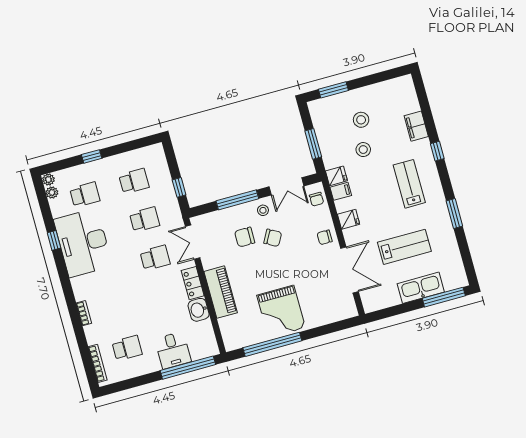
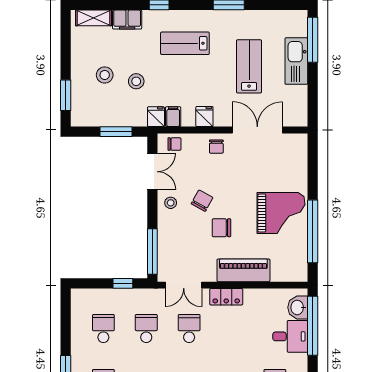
shelving: (409, 96) -> (93, 18), added
window: (237, 200) -> (152, 252), moved
chair: (245, 237) -> (221, 228), moved, turned 90
washbasin: (199, 310) -> (298, 307), moved, turned 90

